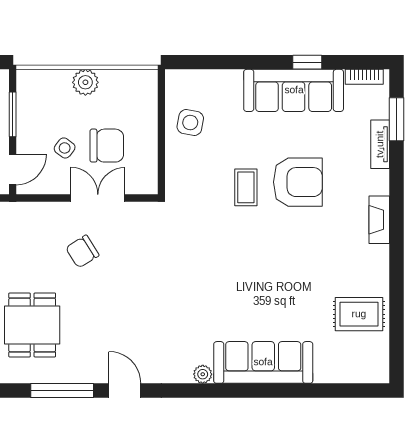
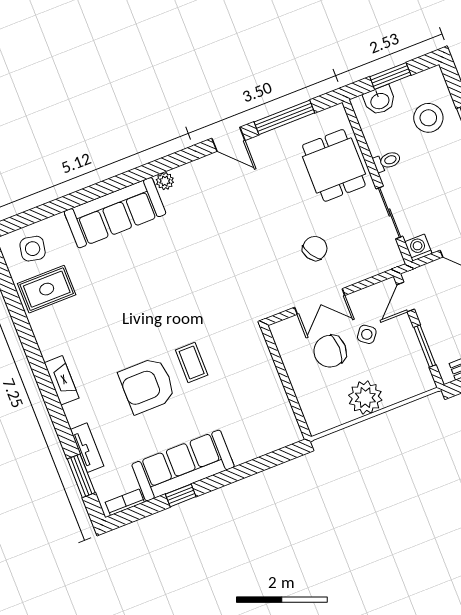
plant: (85, 82) -> (365, 398), width x1.36, depth x1.36
side table: (190, 123) -> (33, 249), moved

